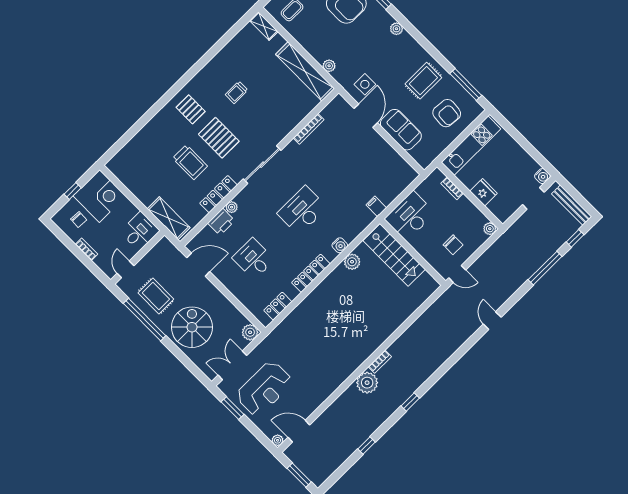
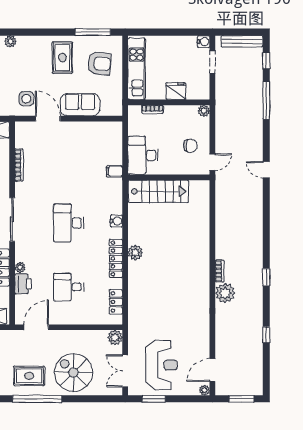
plant: (352, 262) -> (135, 252), moved

